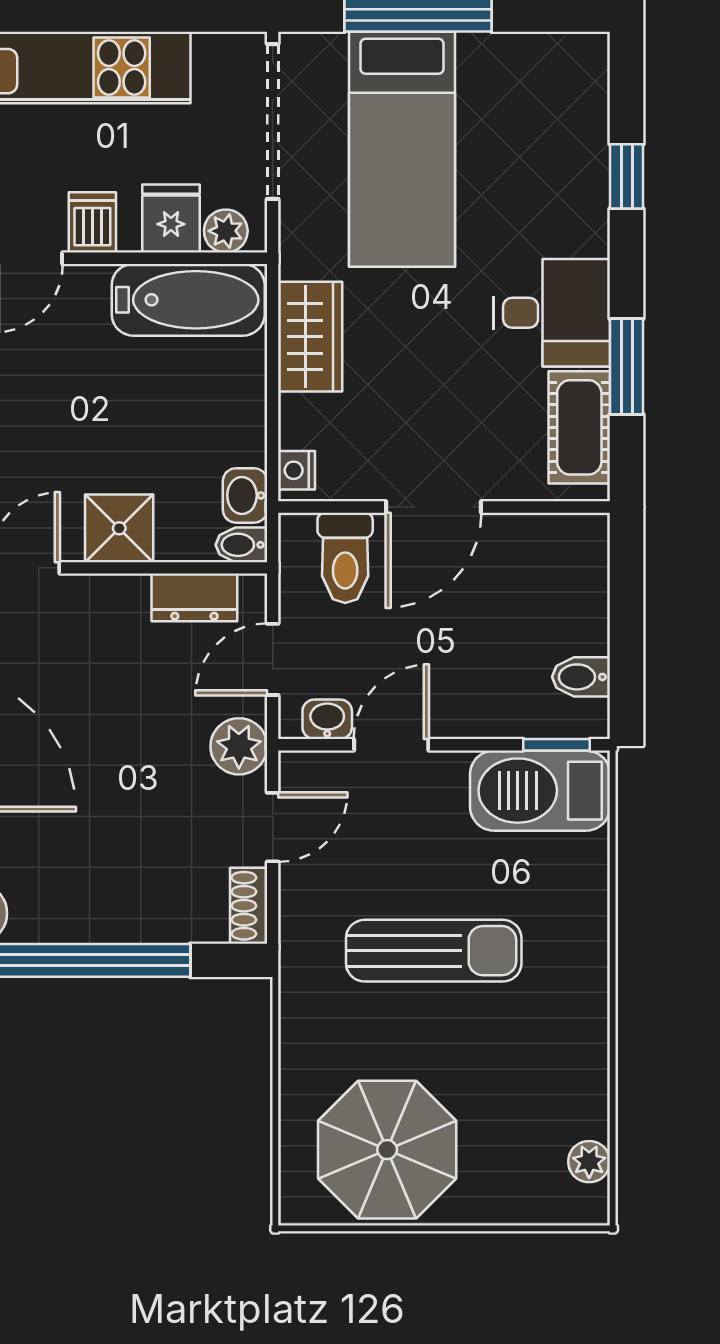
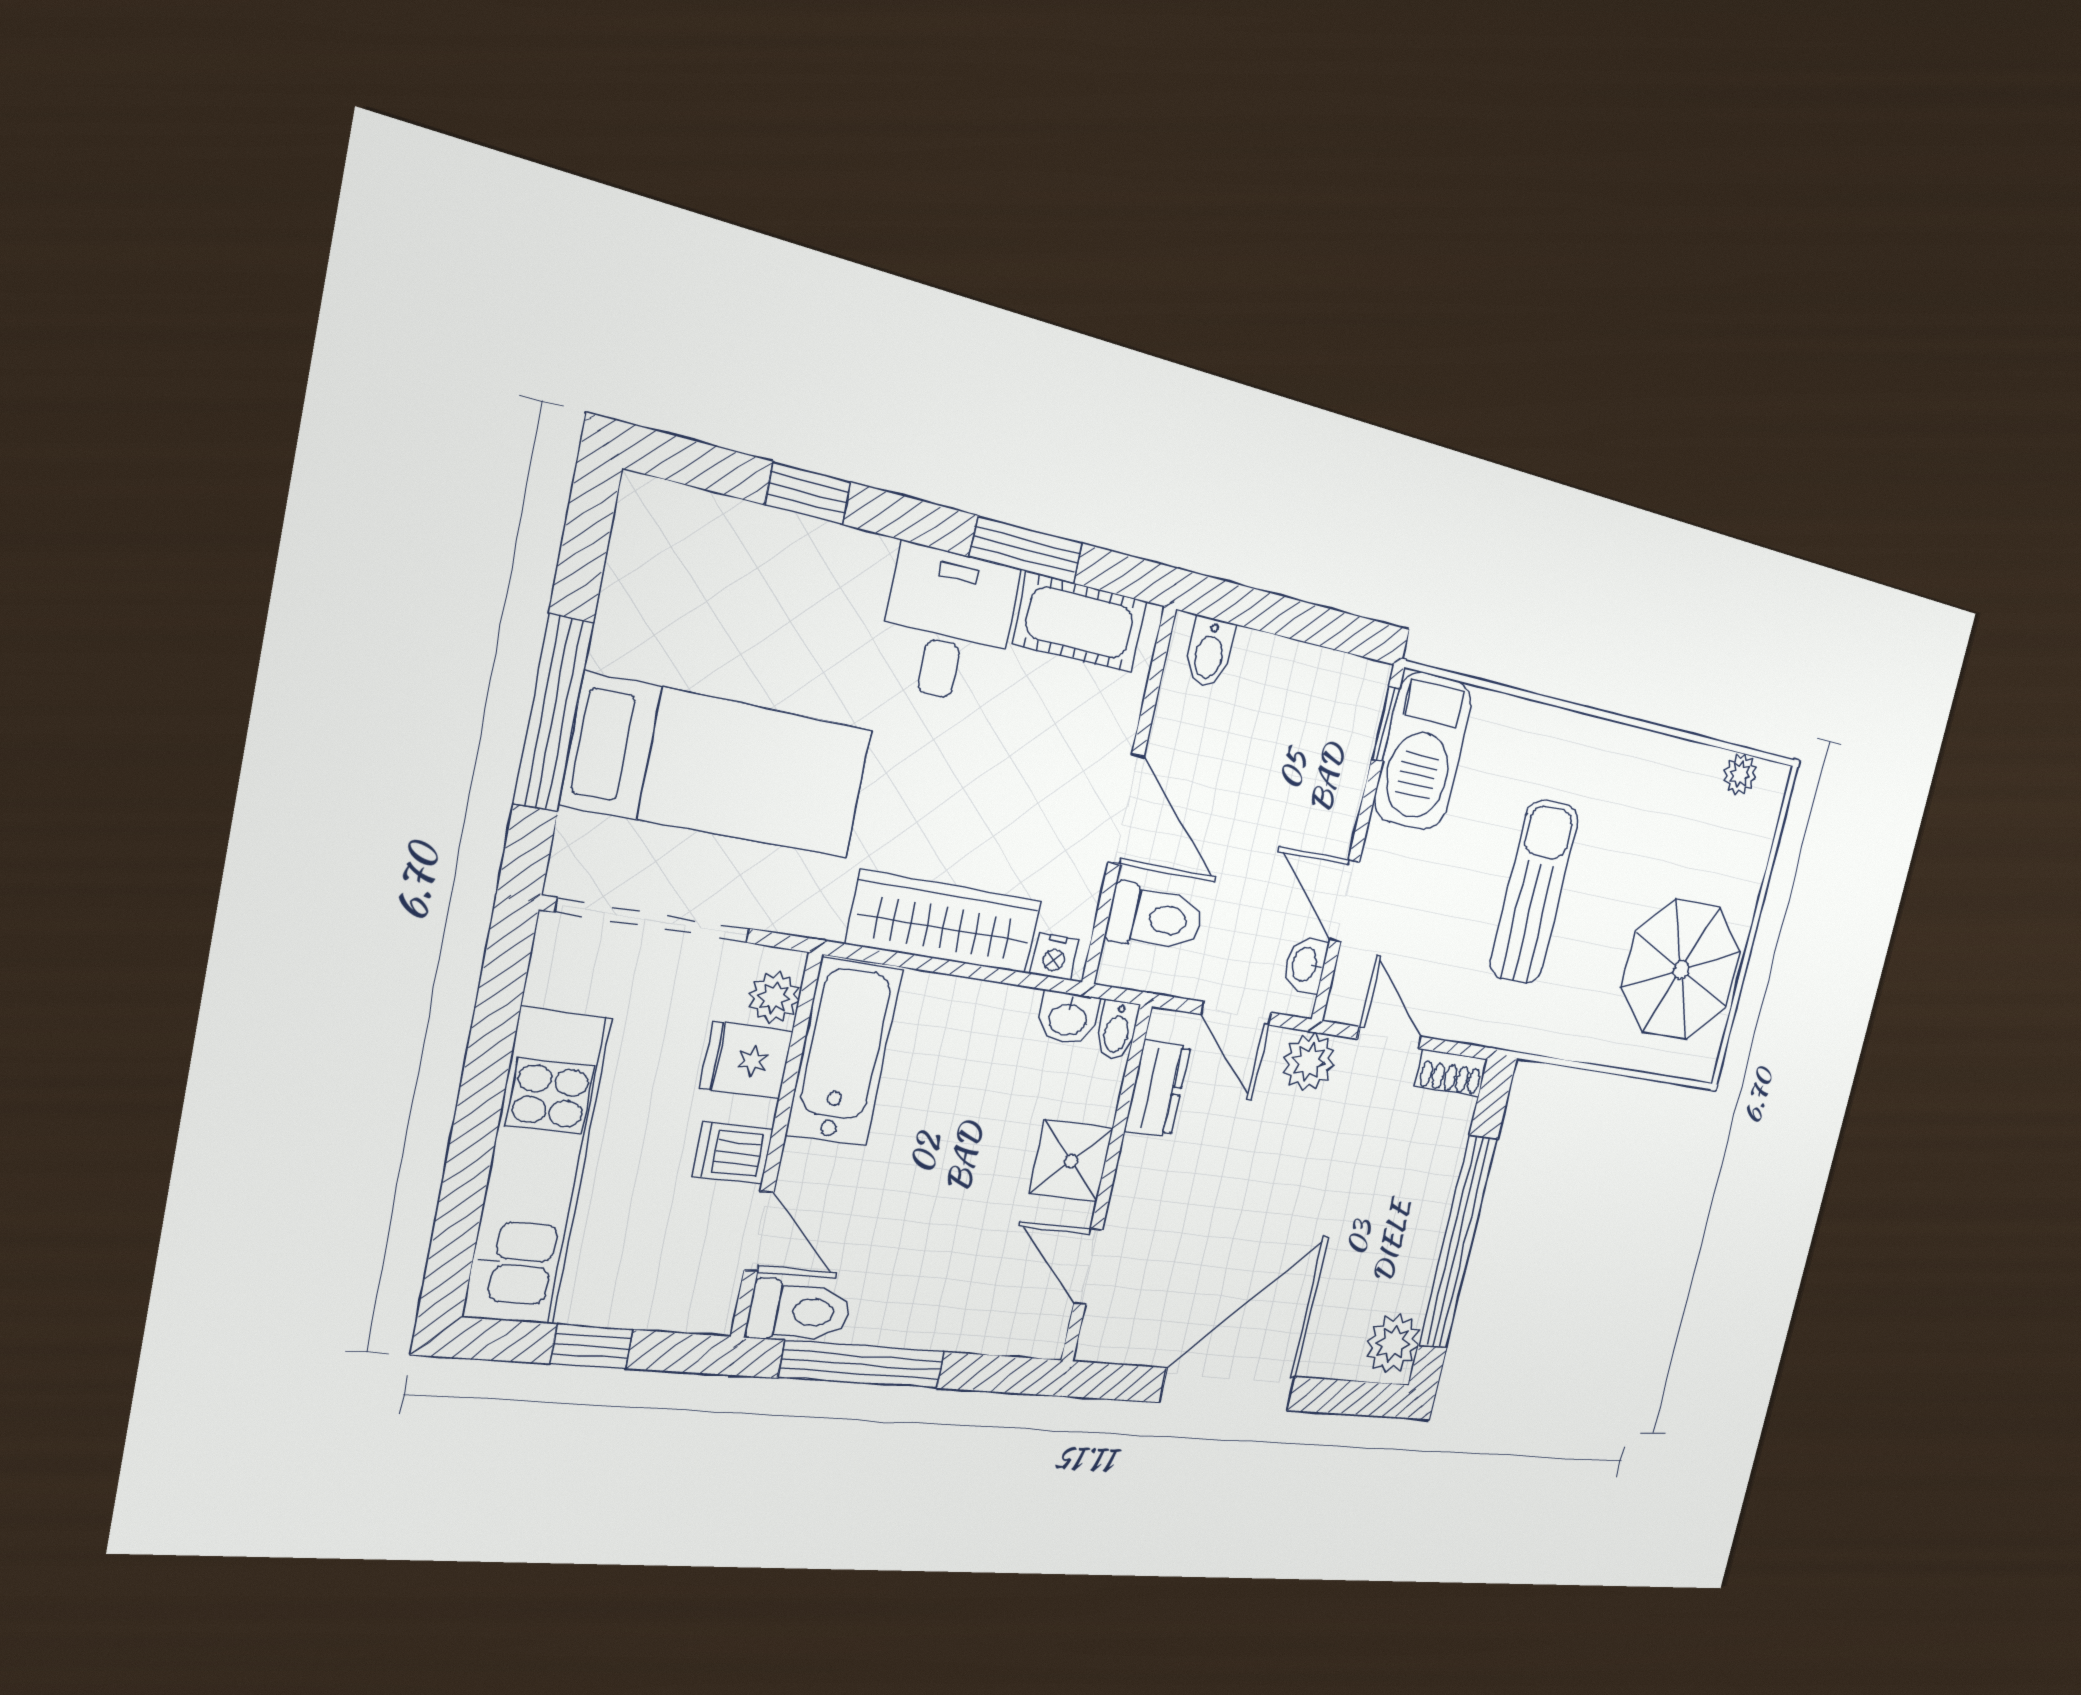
wardrobe: (310, 337) -> (945, 922), width x1.50
bidet: (581, 677) -> (1209, 652), moved

